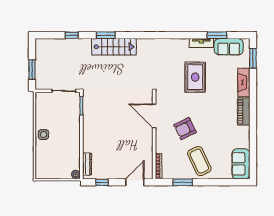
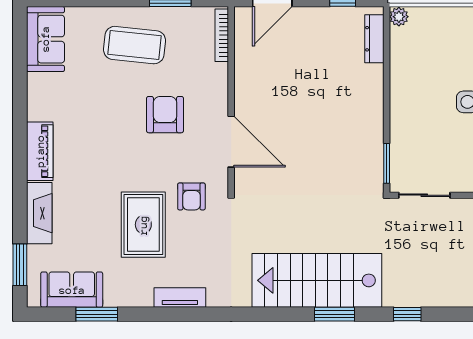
tv unit: (201, 43) -> (180, 298), moved
stairs: (114, 47) -> (317, 280), width x1.36, depth x1.51
armchair: (173, 90) -> (191, 196), added
armchair: (185, 129) -> (165, 115), turned -64
coffee table: (199, 161) -> (134, 45), turned -59

